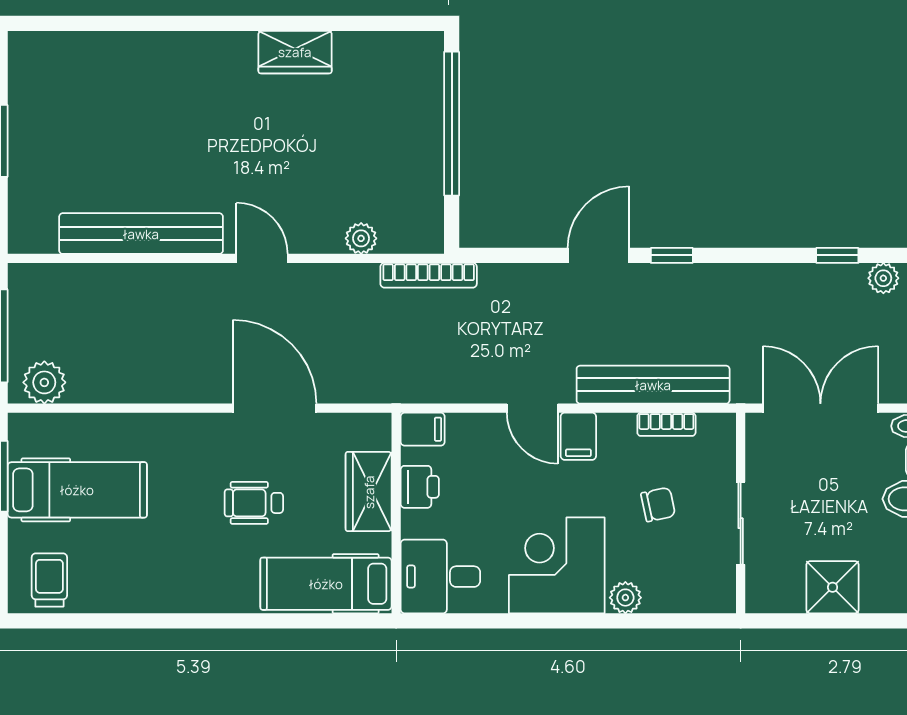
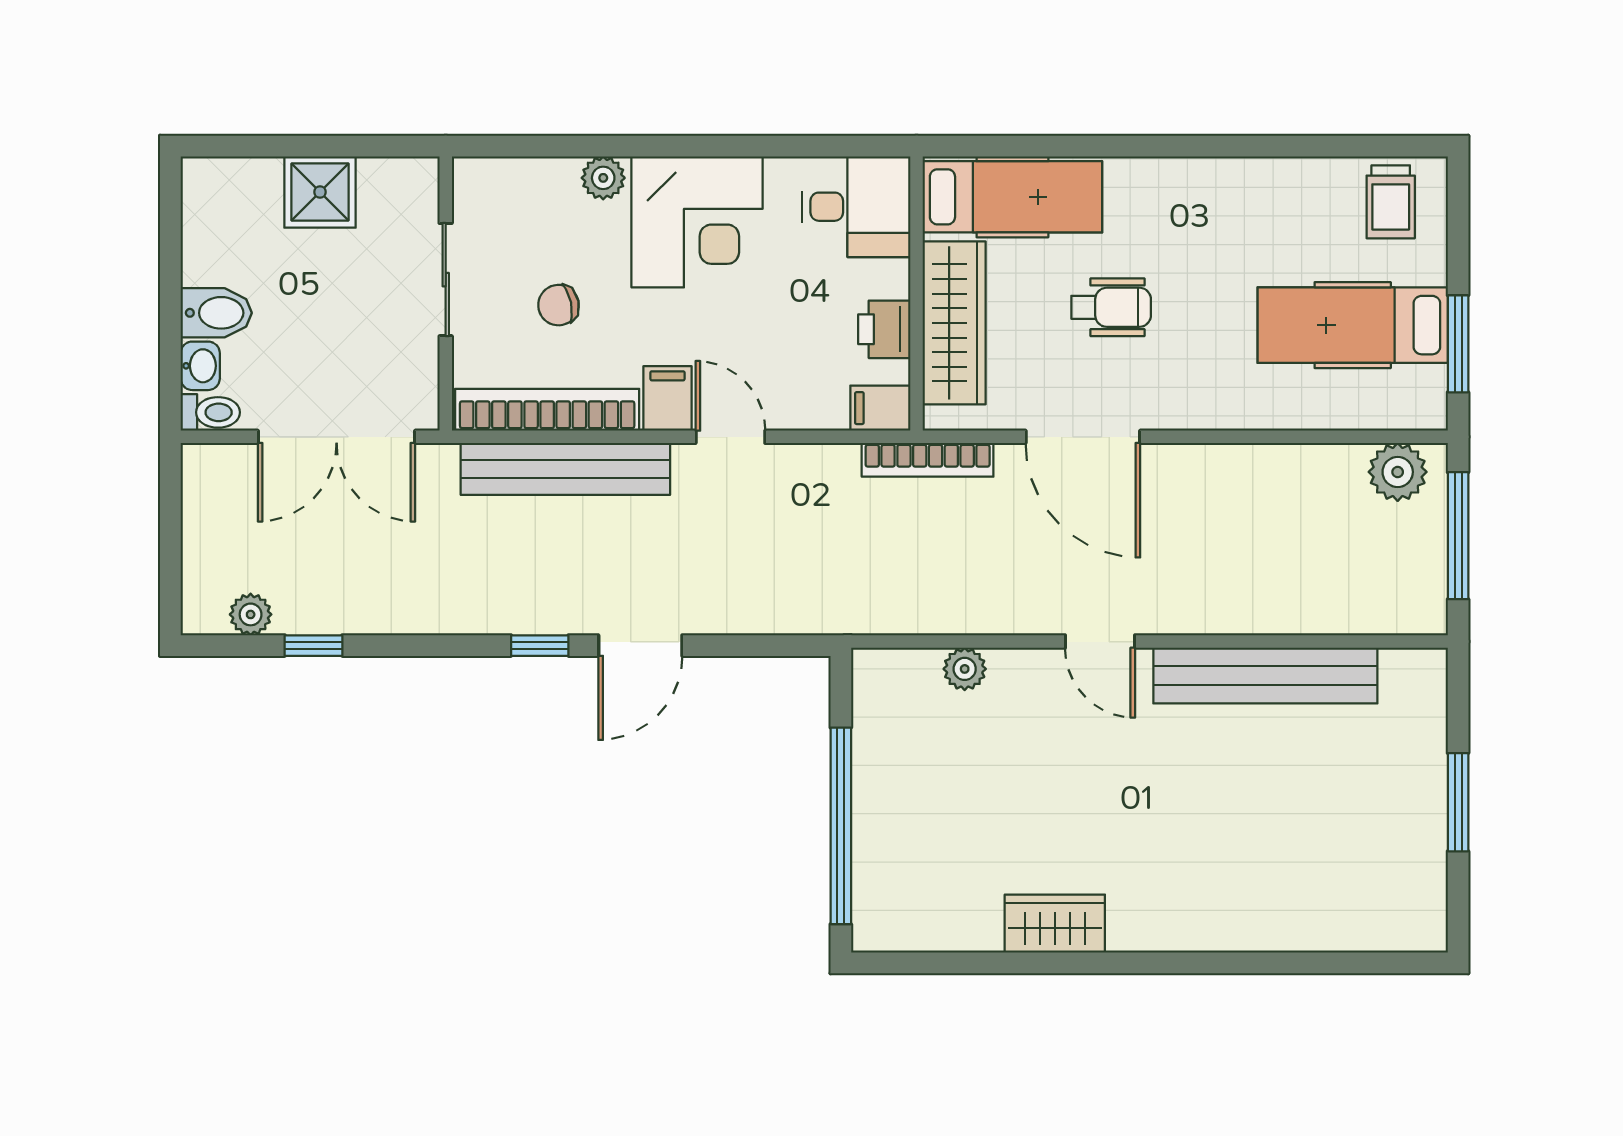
bookcase: (429, 275) -> (928, 460), moved, turned 180
bookcase: (666, 424) -> (547, 410), width x2.31, depth x1.31
wardrobe: (369, 492) -> (954, 323), width x1.50

